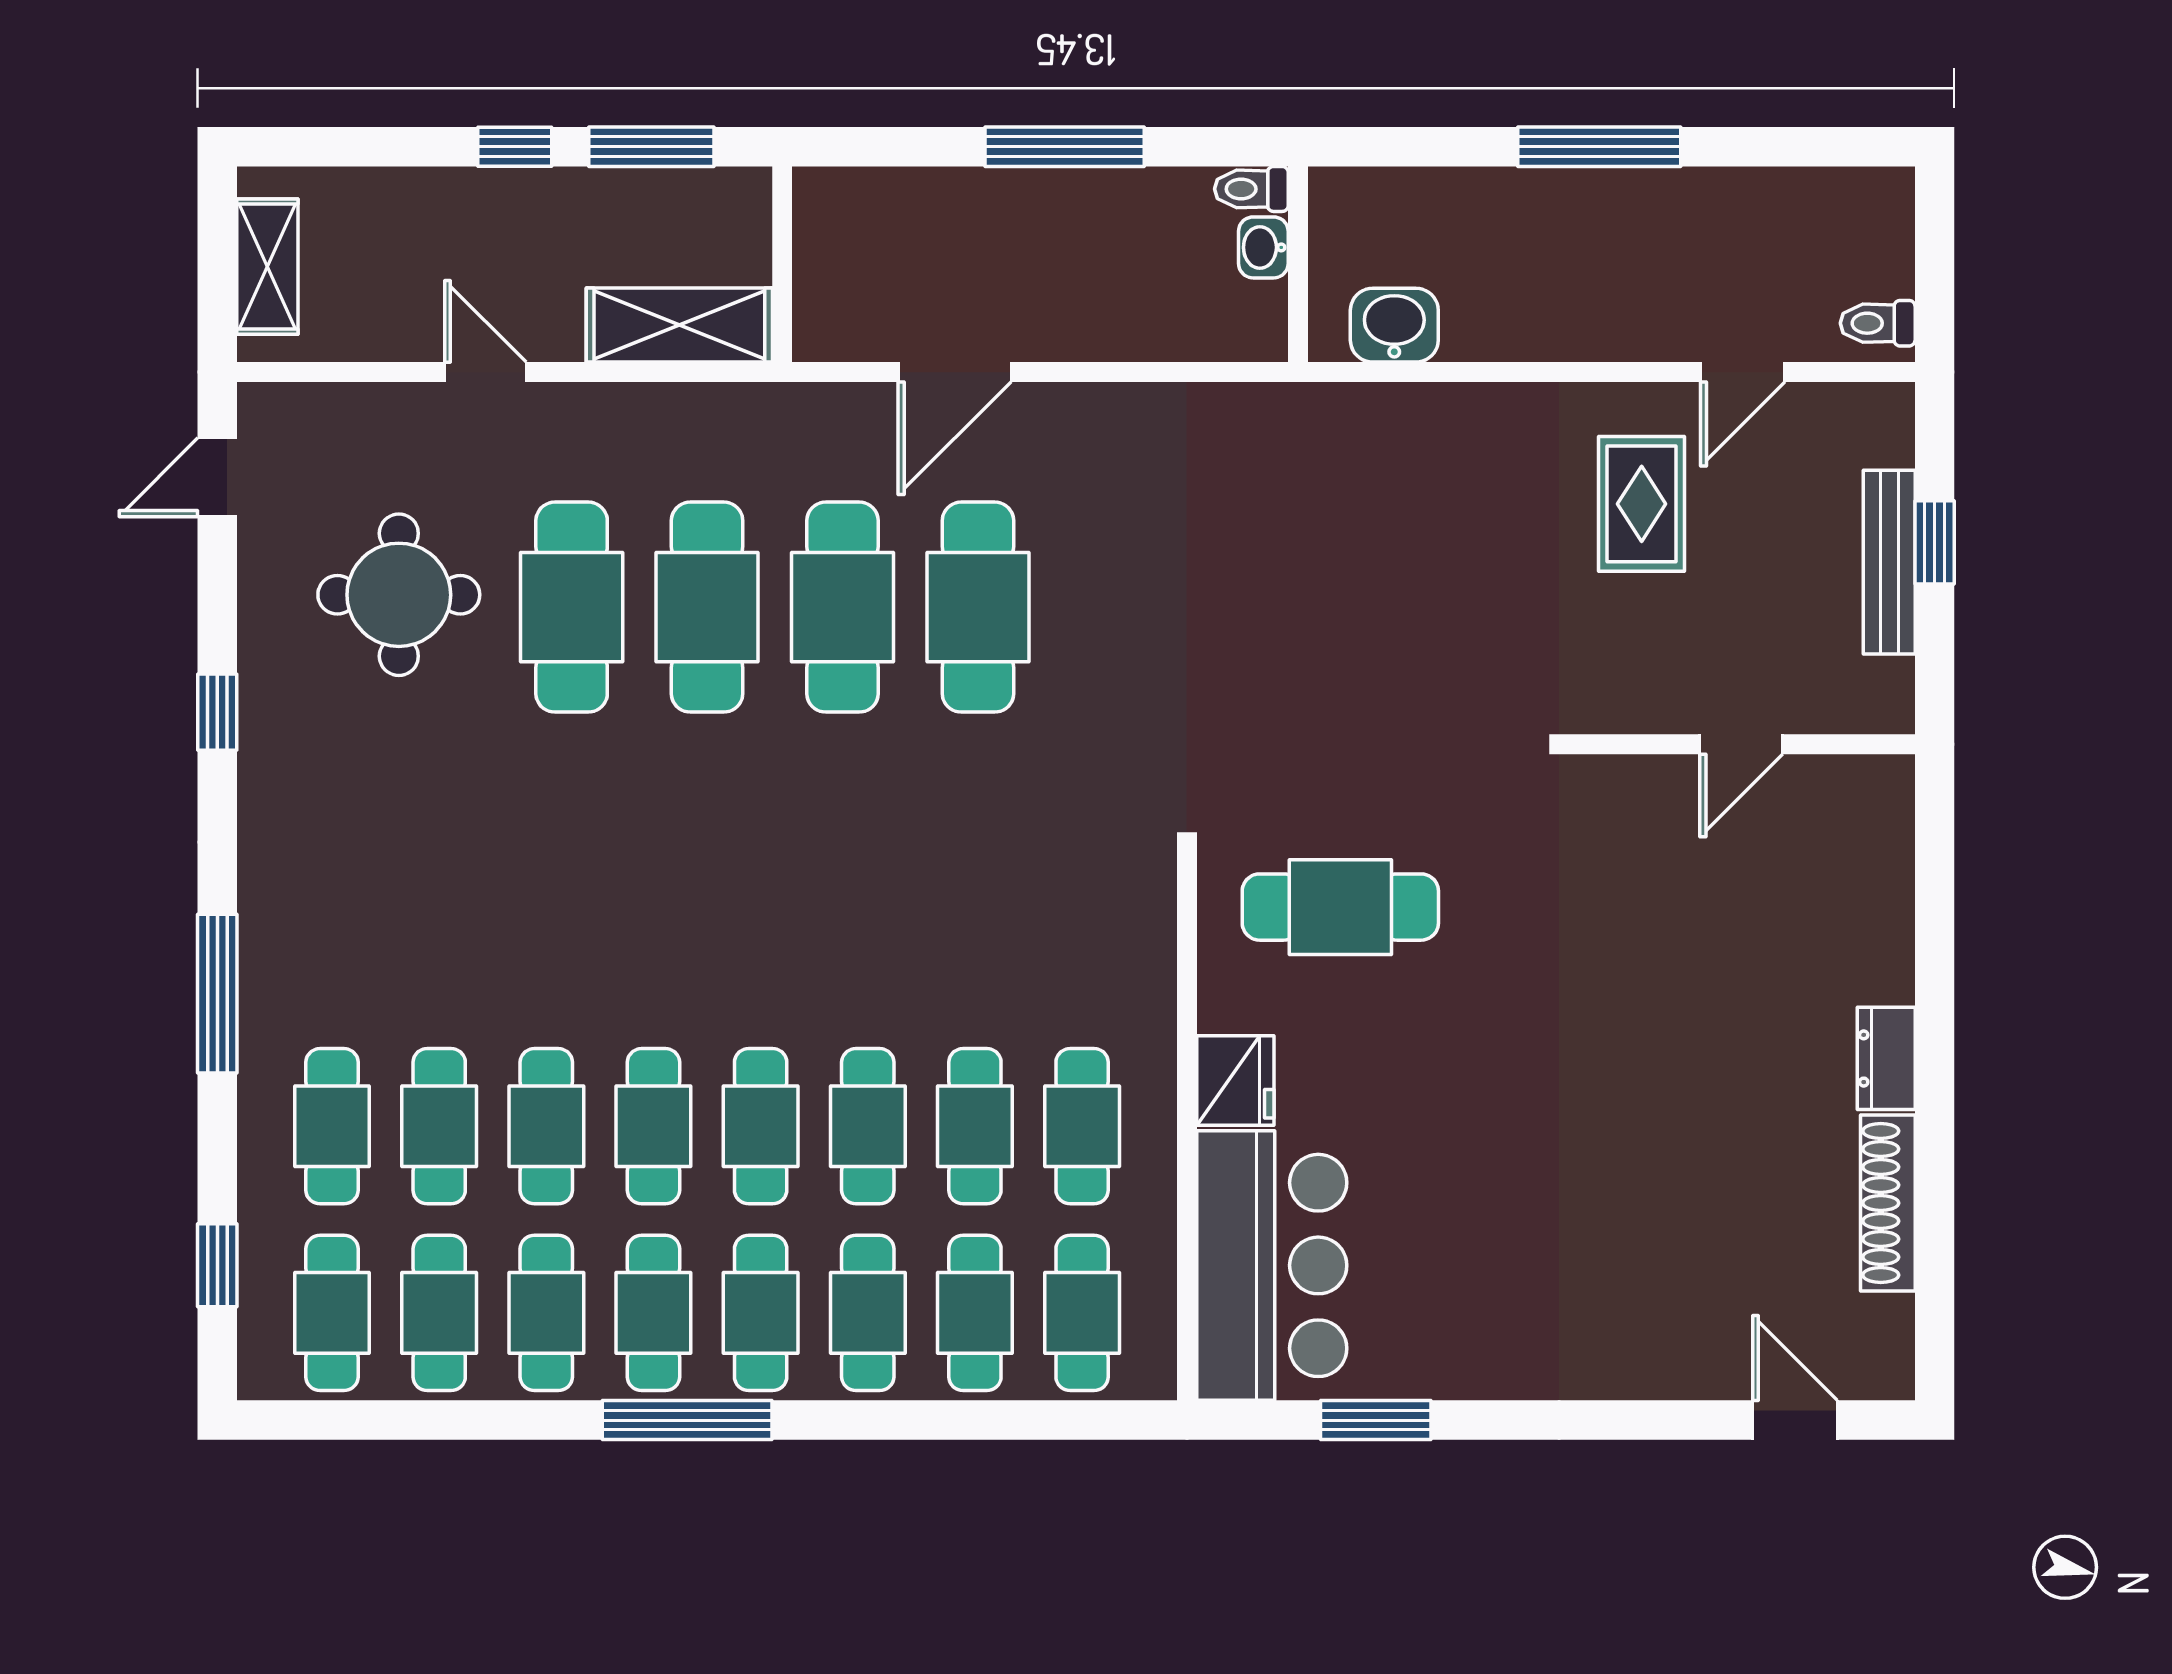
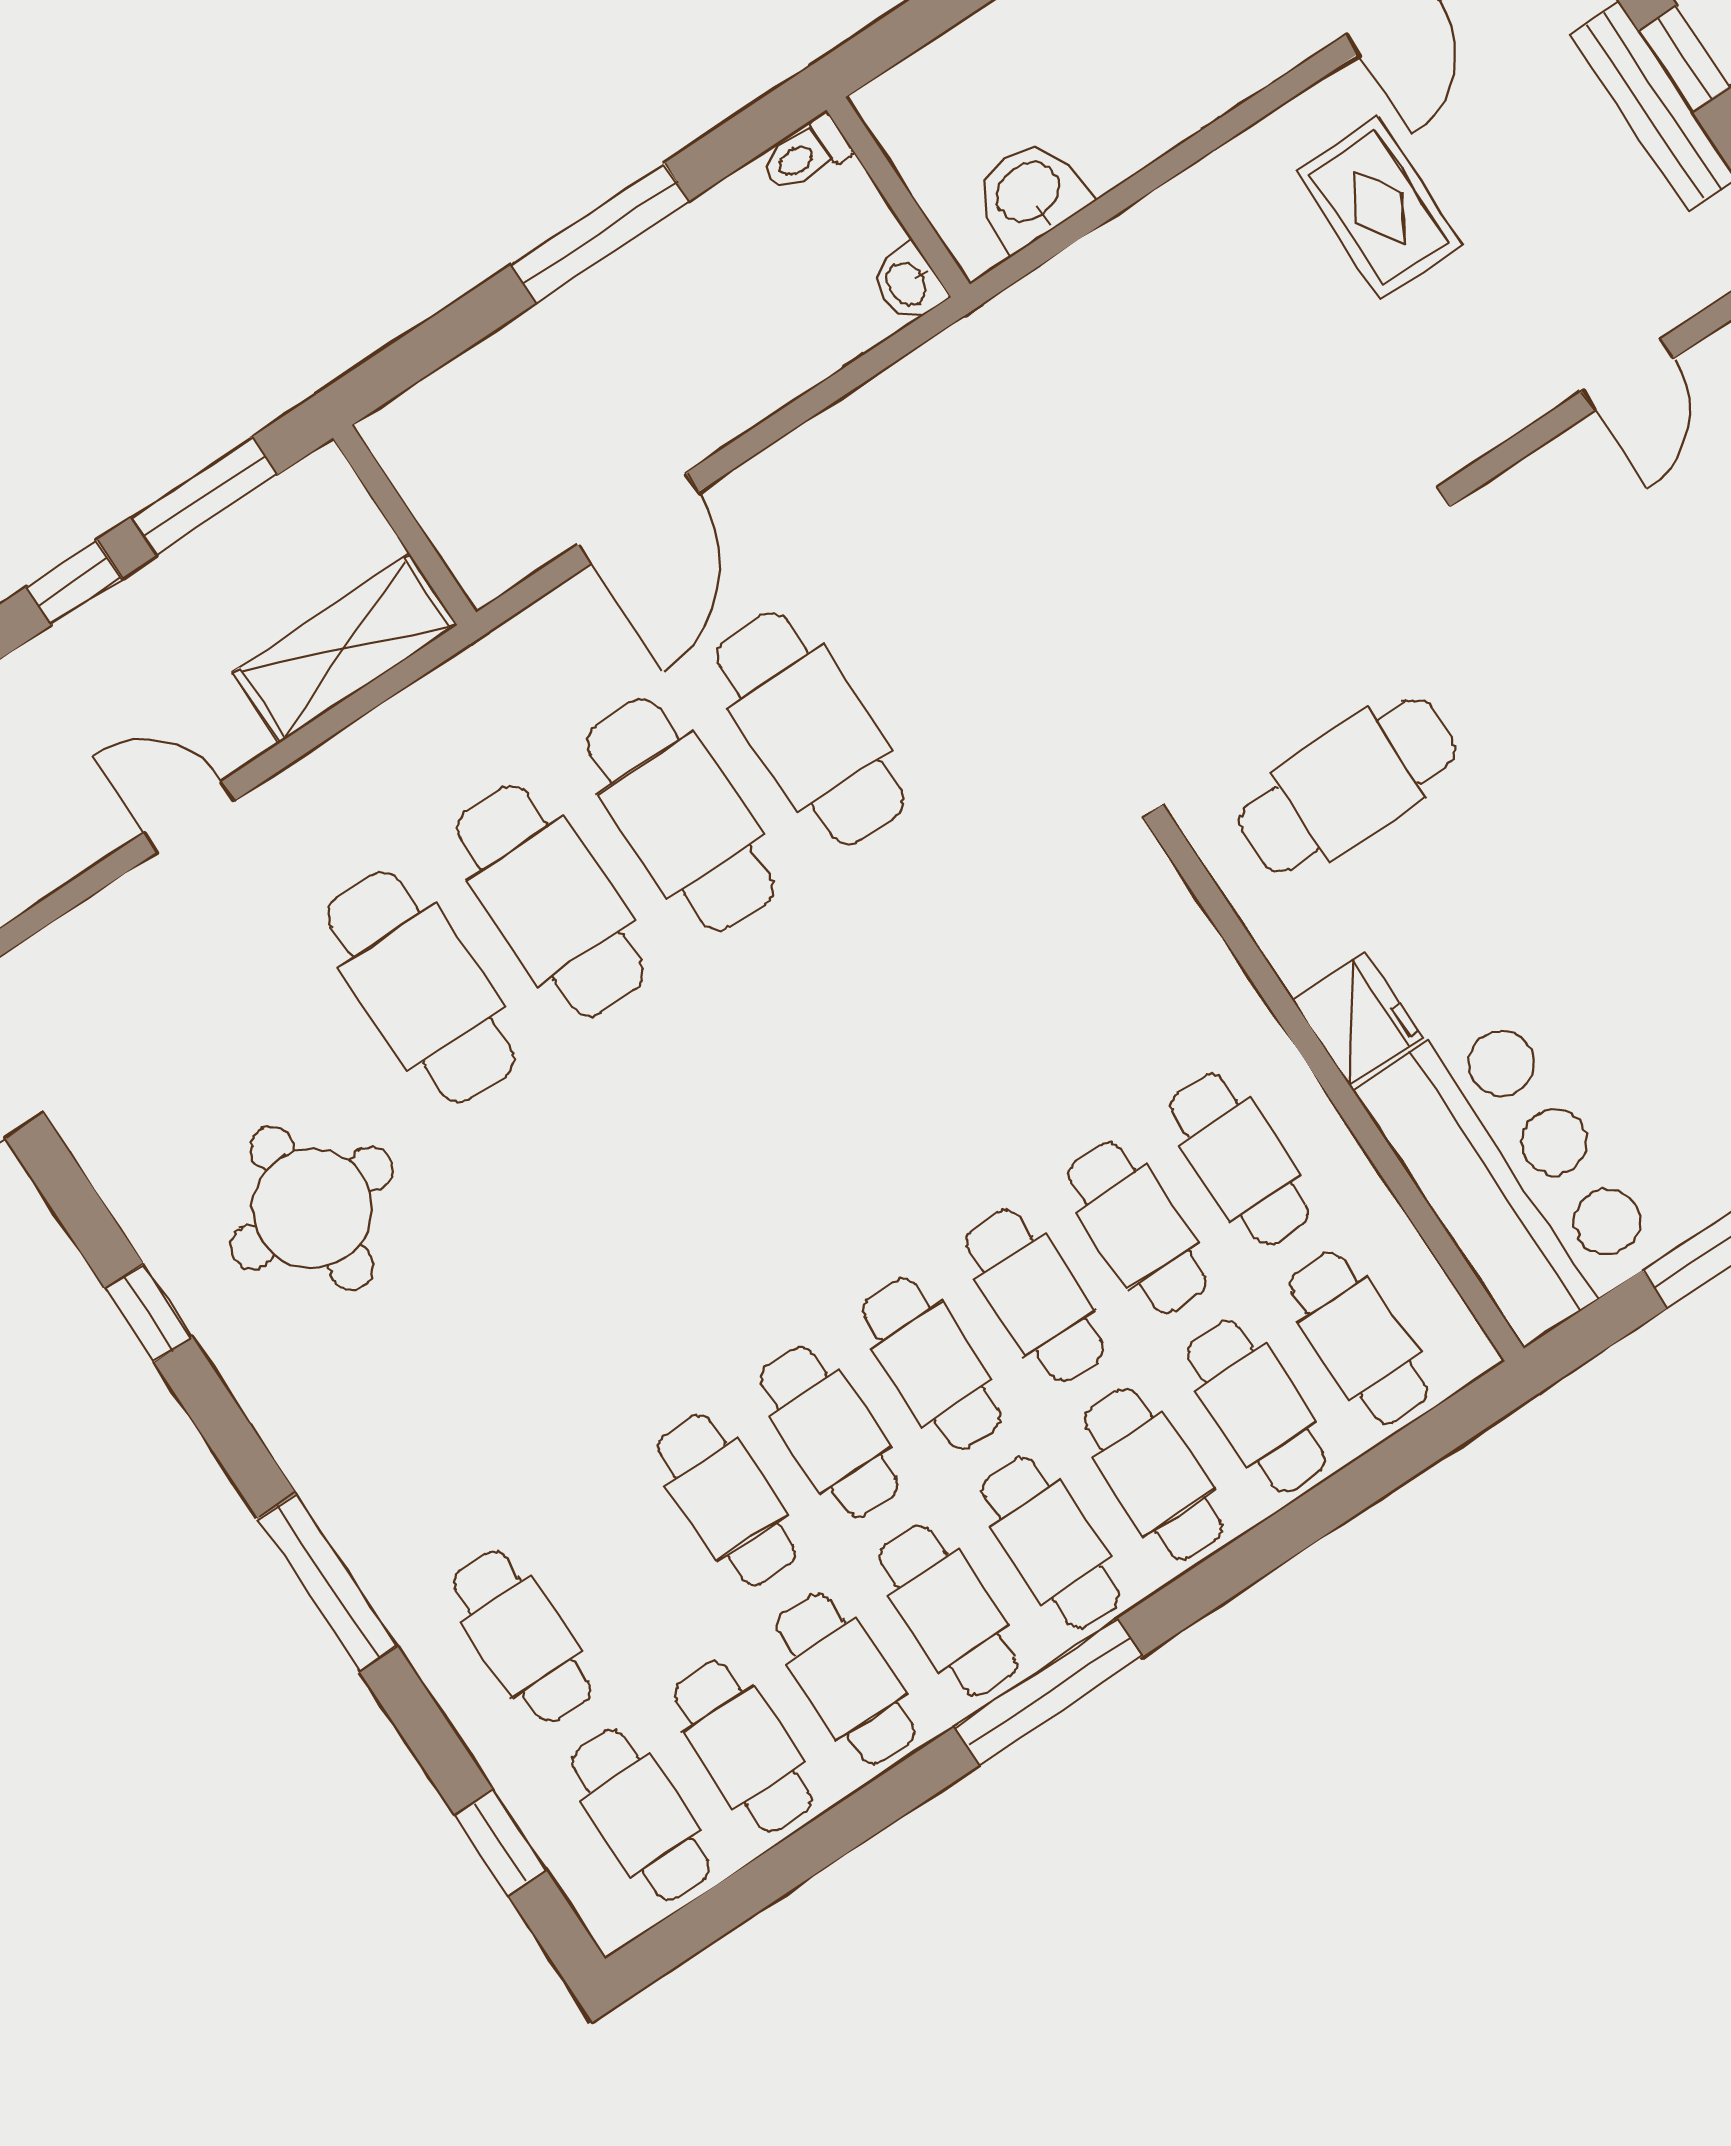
washbasin: (1263, 247) -> (908, 283), moved
round table: (399, 595) -> (312, 1208), moved
cafe table: (439, 1126) -> (624, 1568), removed

